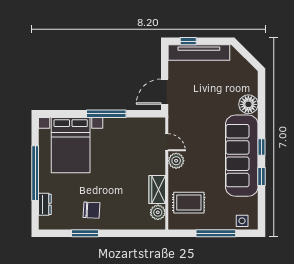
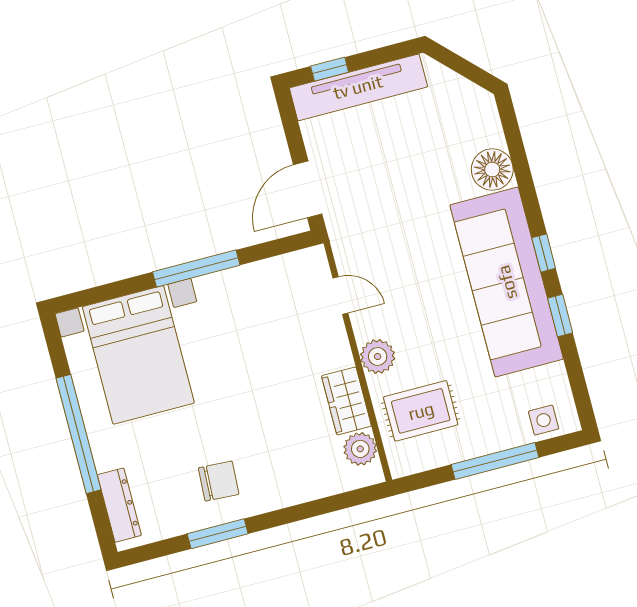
plant: (176, 161) -> (378, 357), moved
dresser: (45, 204) -> (119, 505), width x1.44

